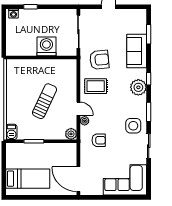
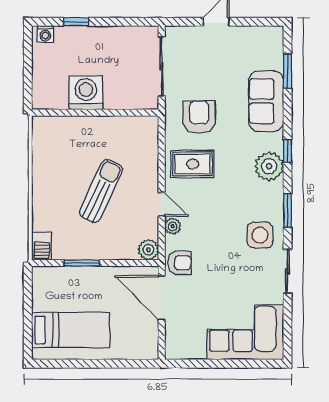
washing machine: (46, 46) -> (86, 93), moved
armchair: (99, 60) -> (199, 117), turned -84
armchair: (99, 140) -> (180, 263), moved
door: (78, 179) -> (162, 298), moved

